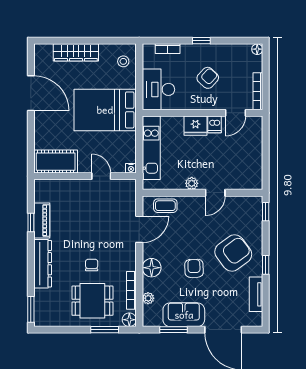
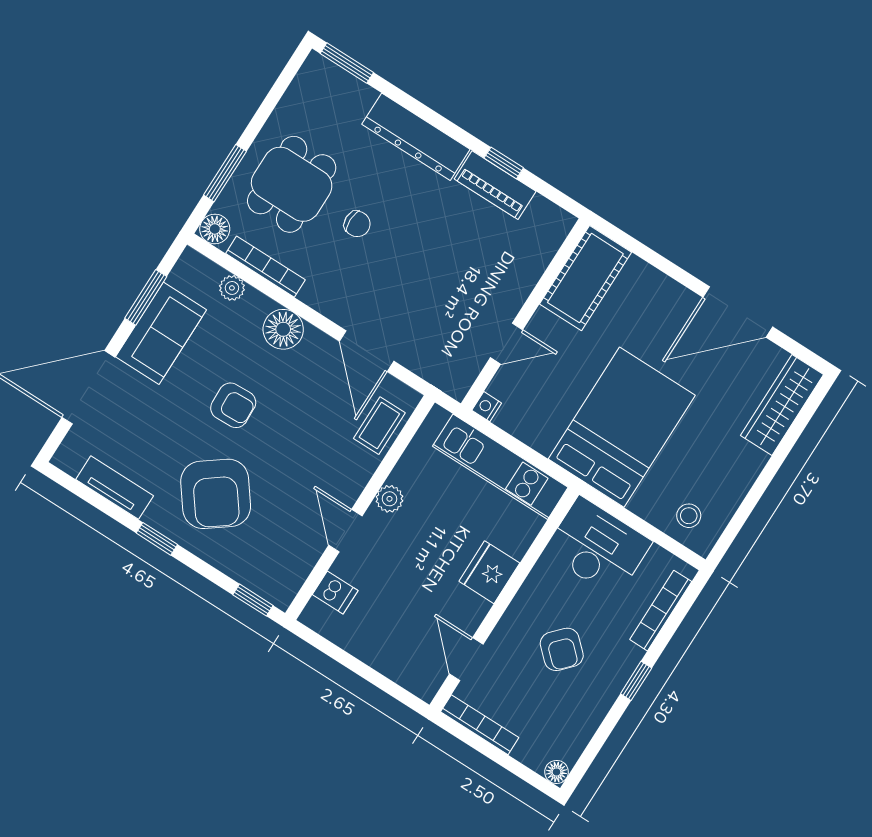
bookcase: (168, 49) -> (661, 611), width x1.56
wardrobe: (76, 52) -> (782, 405), moved
dishwasher: (215, 124) -> (335, 593), moved, turned 180

